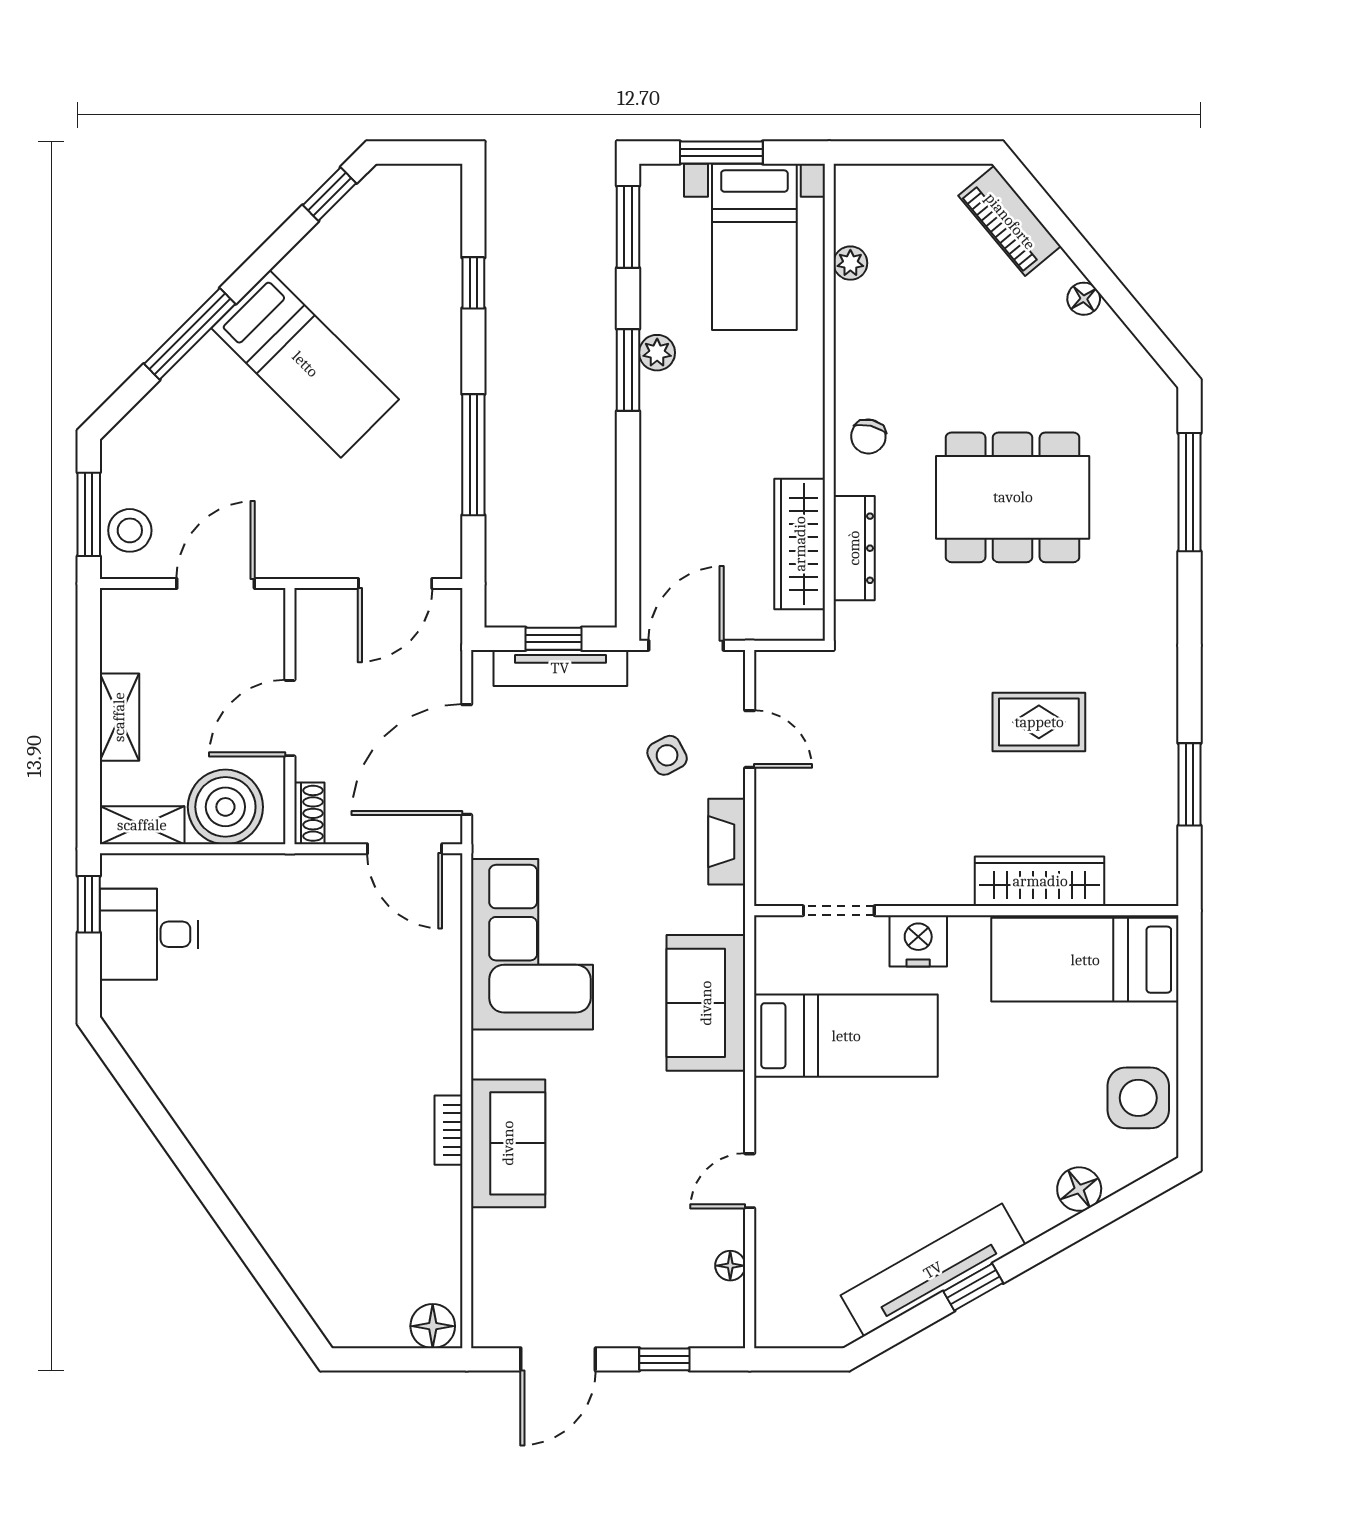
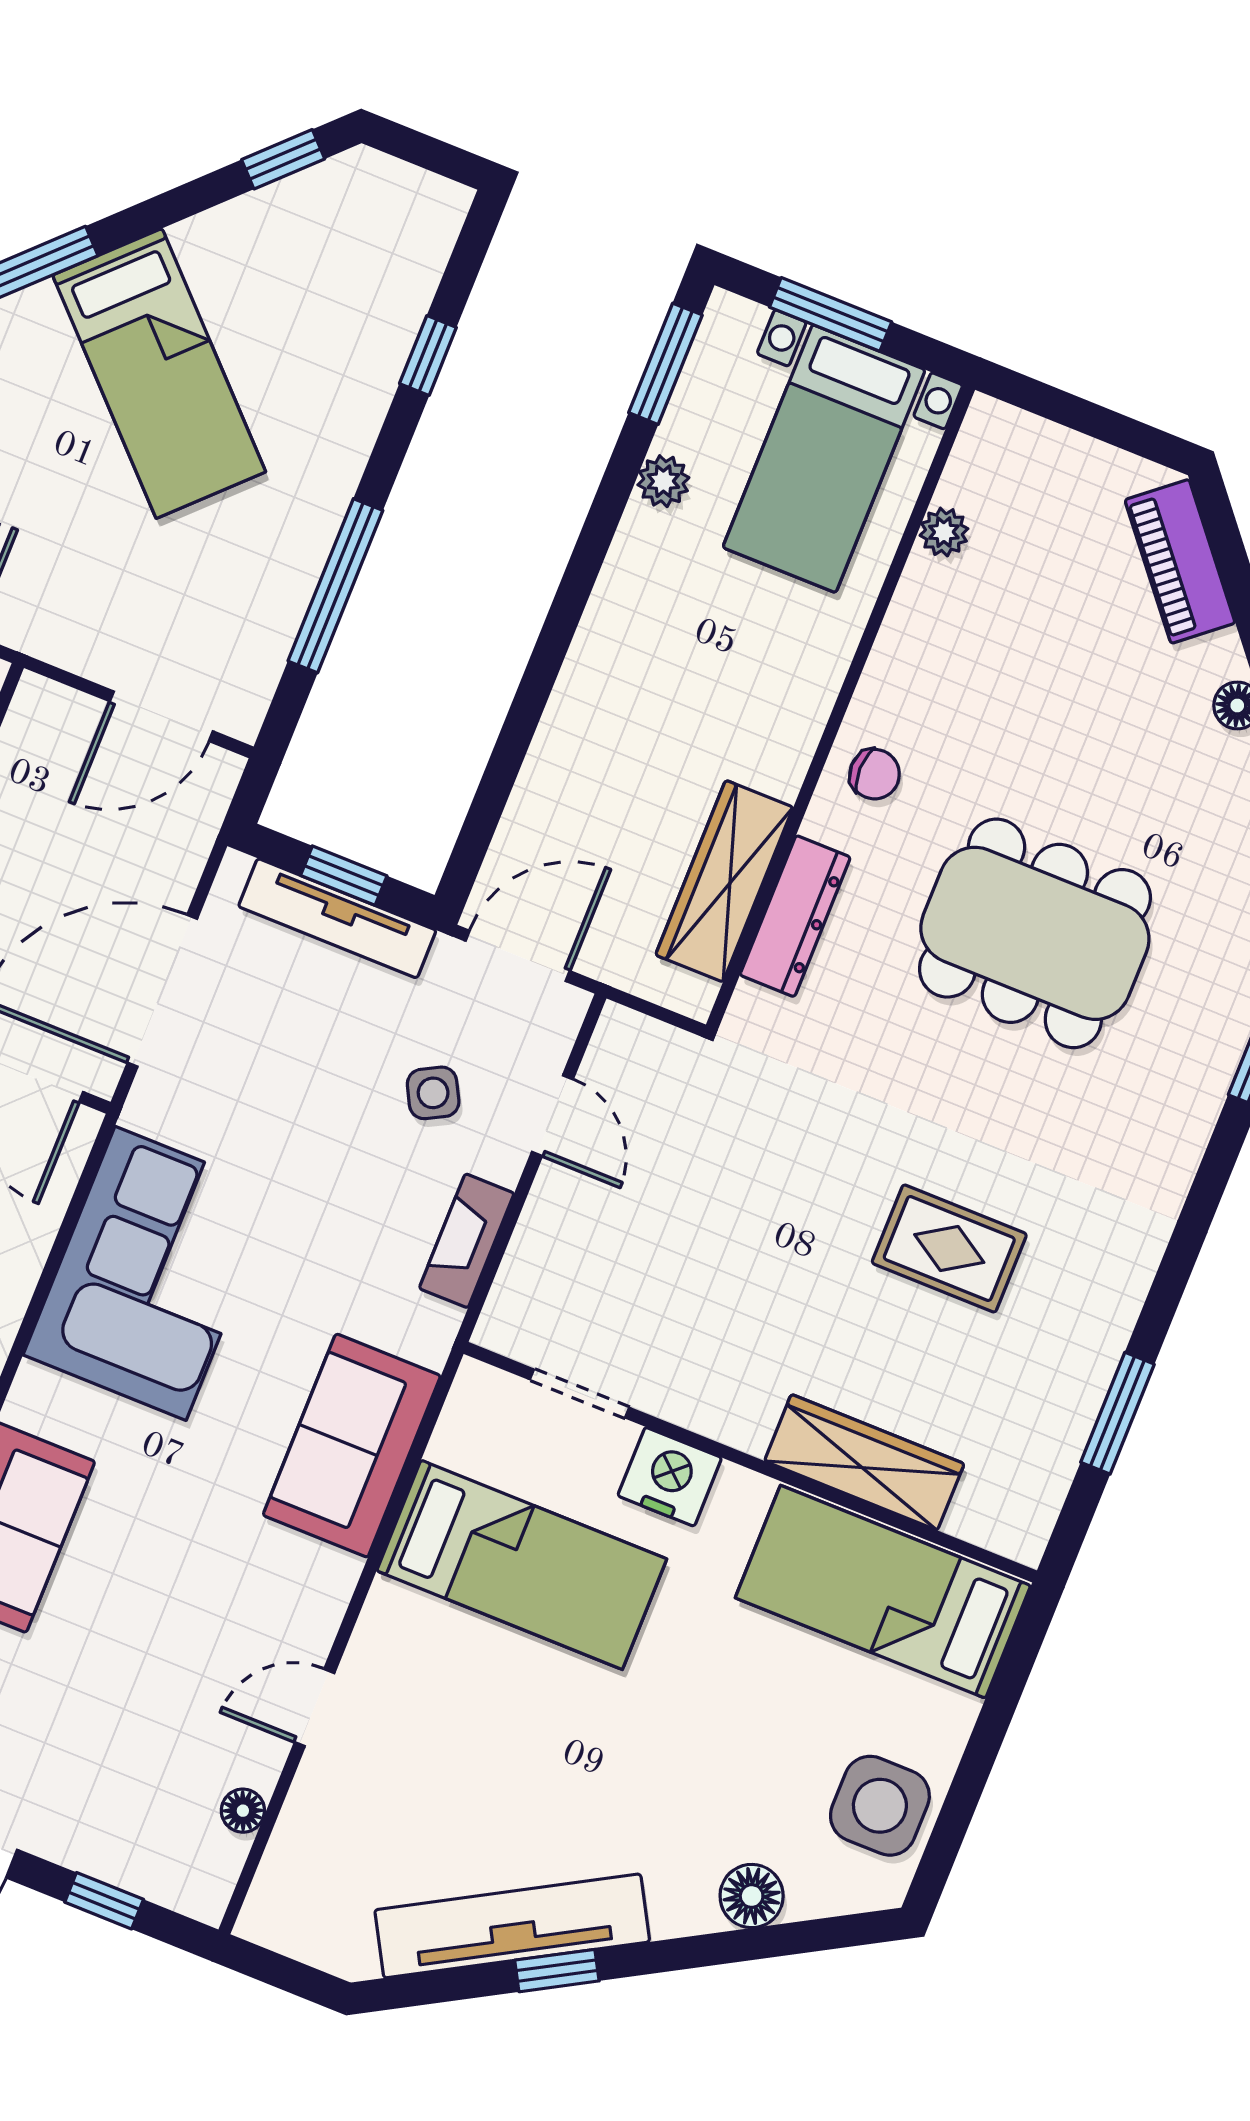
plant: (657, 353) -> (663, 481), moved
window: (628, 370) -> (588, 556), removed
chair: (868, 436) -> (875, 774), turned -103

